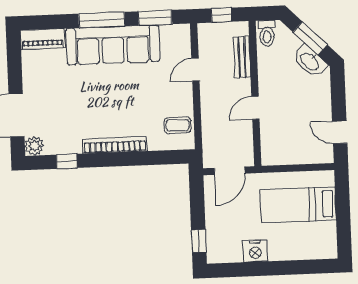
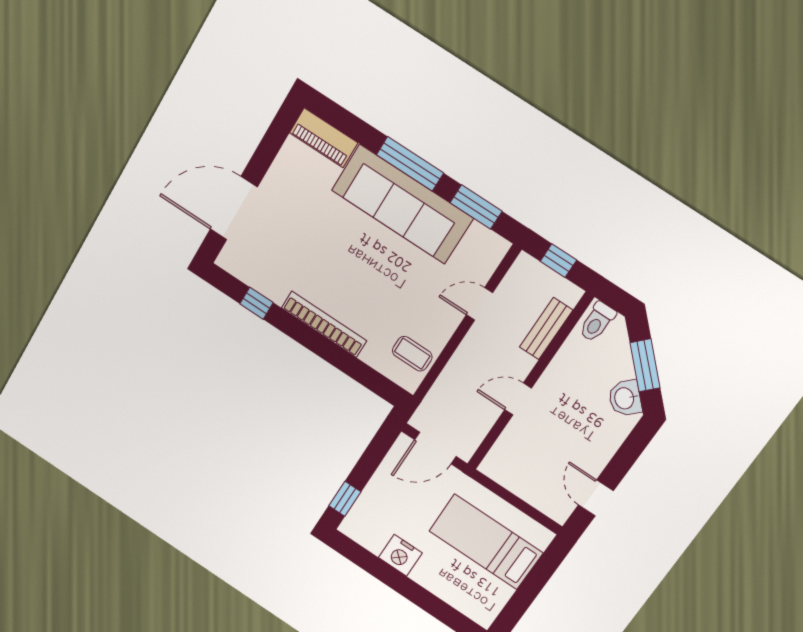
washbasin: (310, 61) -> (625, 398), width x0.72
plant: (34, 146) -> (231, 259), removed

